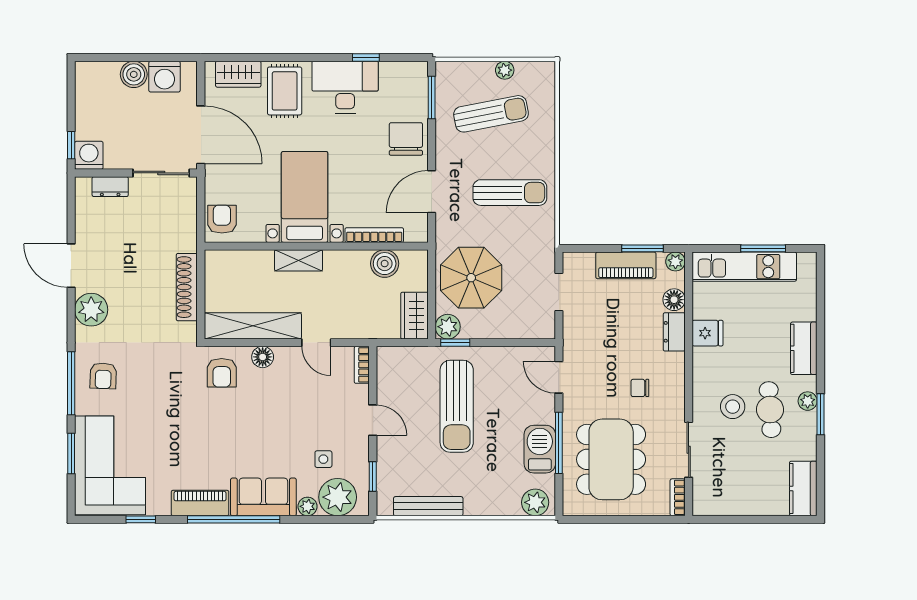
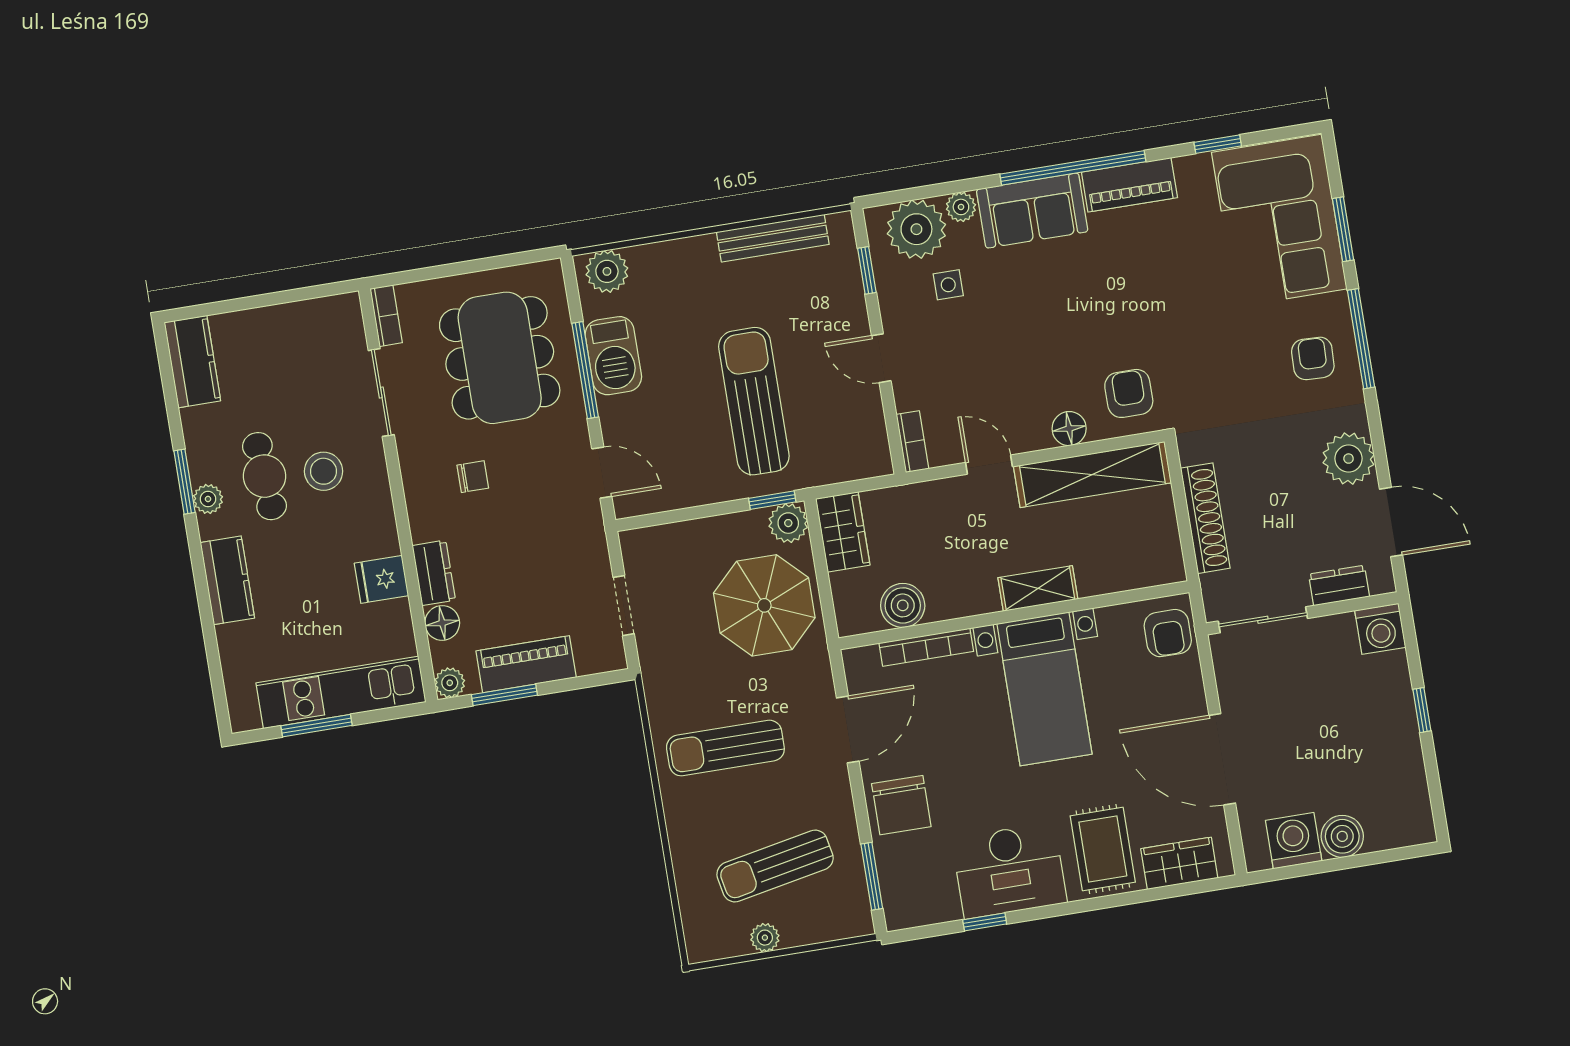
washing machine: (89, 155) -> (1380, 629), moved
wall: (136, 173) -> (1302, 613), moved
sliding door: (161, 173) -> (1263, 620), moved
dresser: (110, 187) -> (1339, 585), moved

